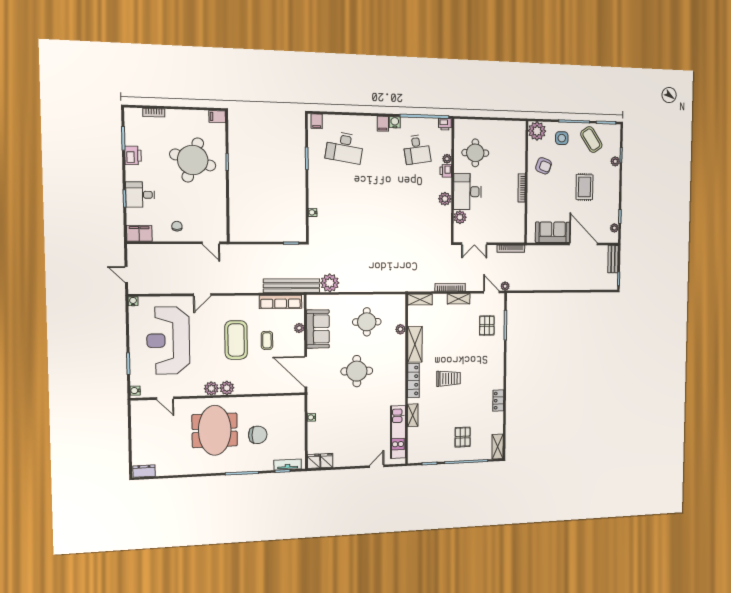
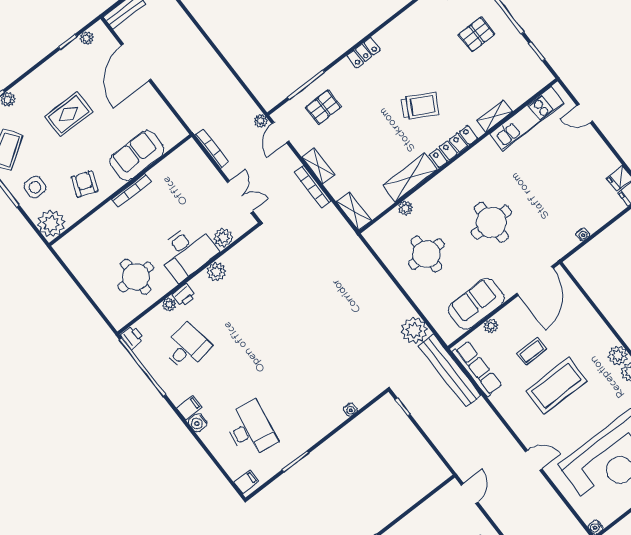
water cooler: (395, 122) -> (198, 423), moved
sofa: (553, 232) -> (137, 155), moved, turned 90
trolley: (448, 379) -> (420, 106), turned 119
locker: (498, 401) -> (363, 53), moved

